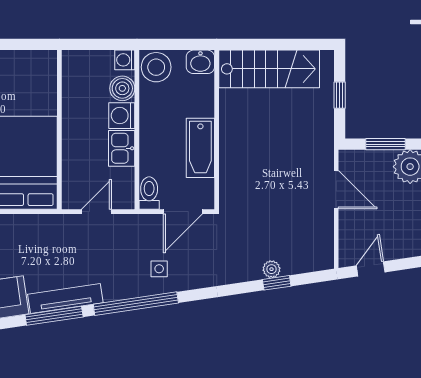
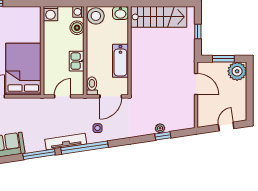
washing machine: (122, 116) -> (50, 14), moved, turned -90
door: (371, 269) -> (226, 127), moved
tv unit: (65, 298) -> (66, 142), moved

